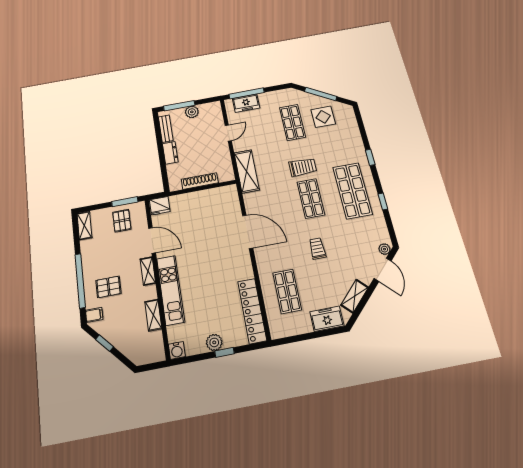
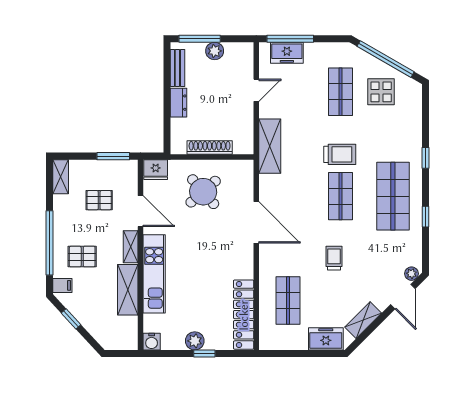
window: (321, 94) -> (386, 59), width x1.46
round table: (200, 216) -> (203, 192), added
pallet: (122, 221) -> (99, 200), moved, turned 90
shelving: (153, 315) -> (128, 290), width x1.50, depth x1.33

